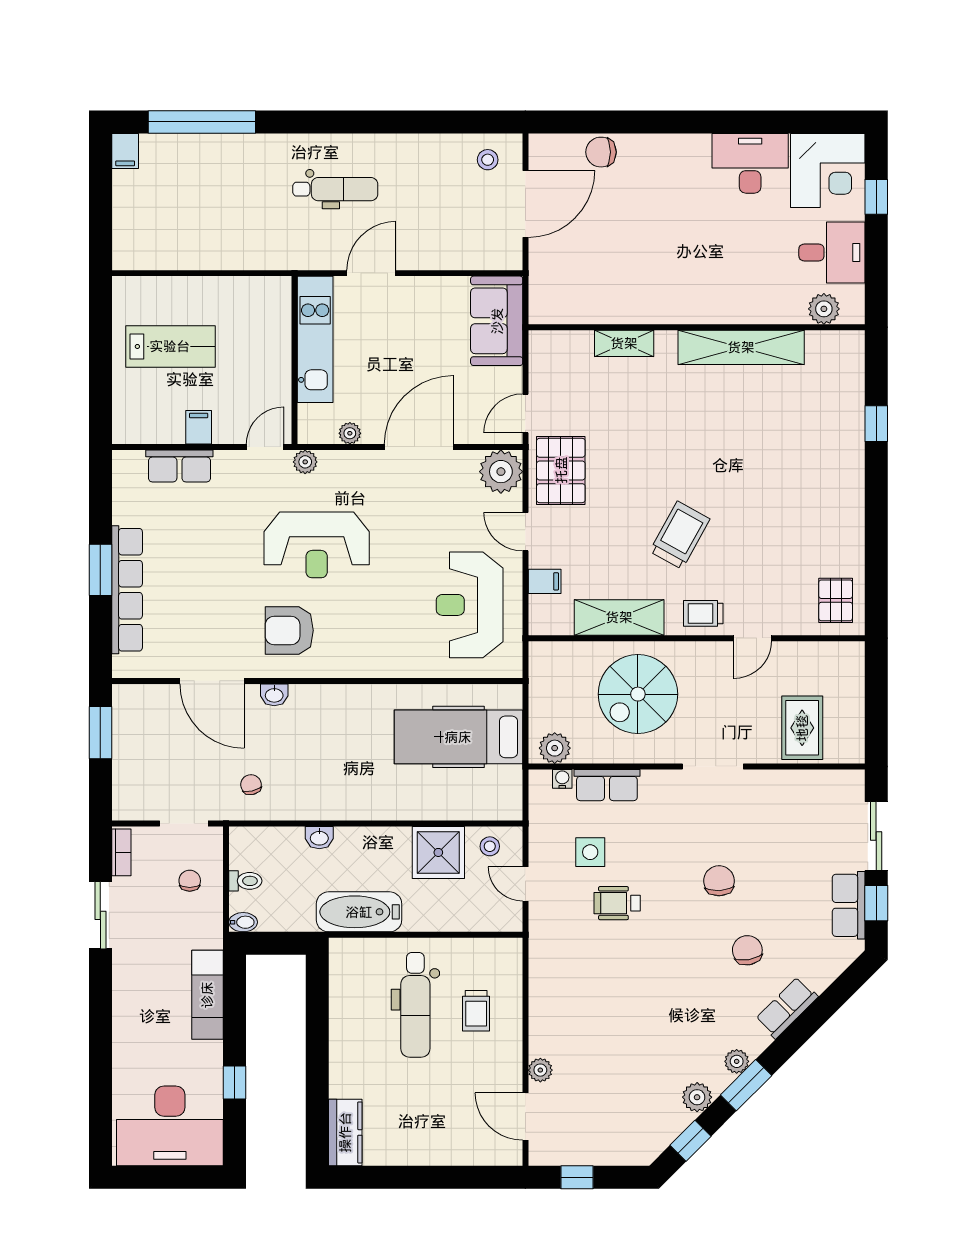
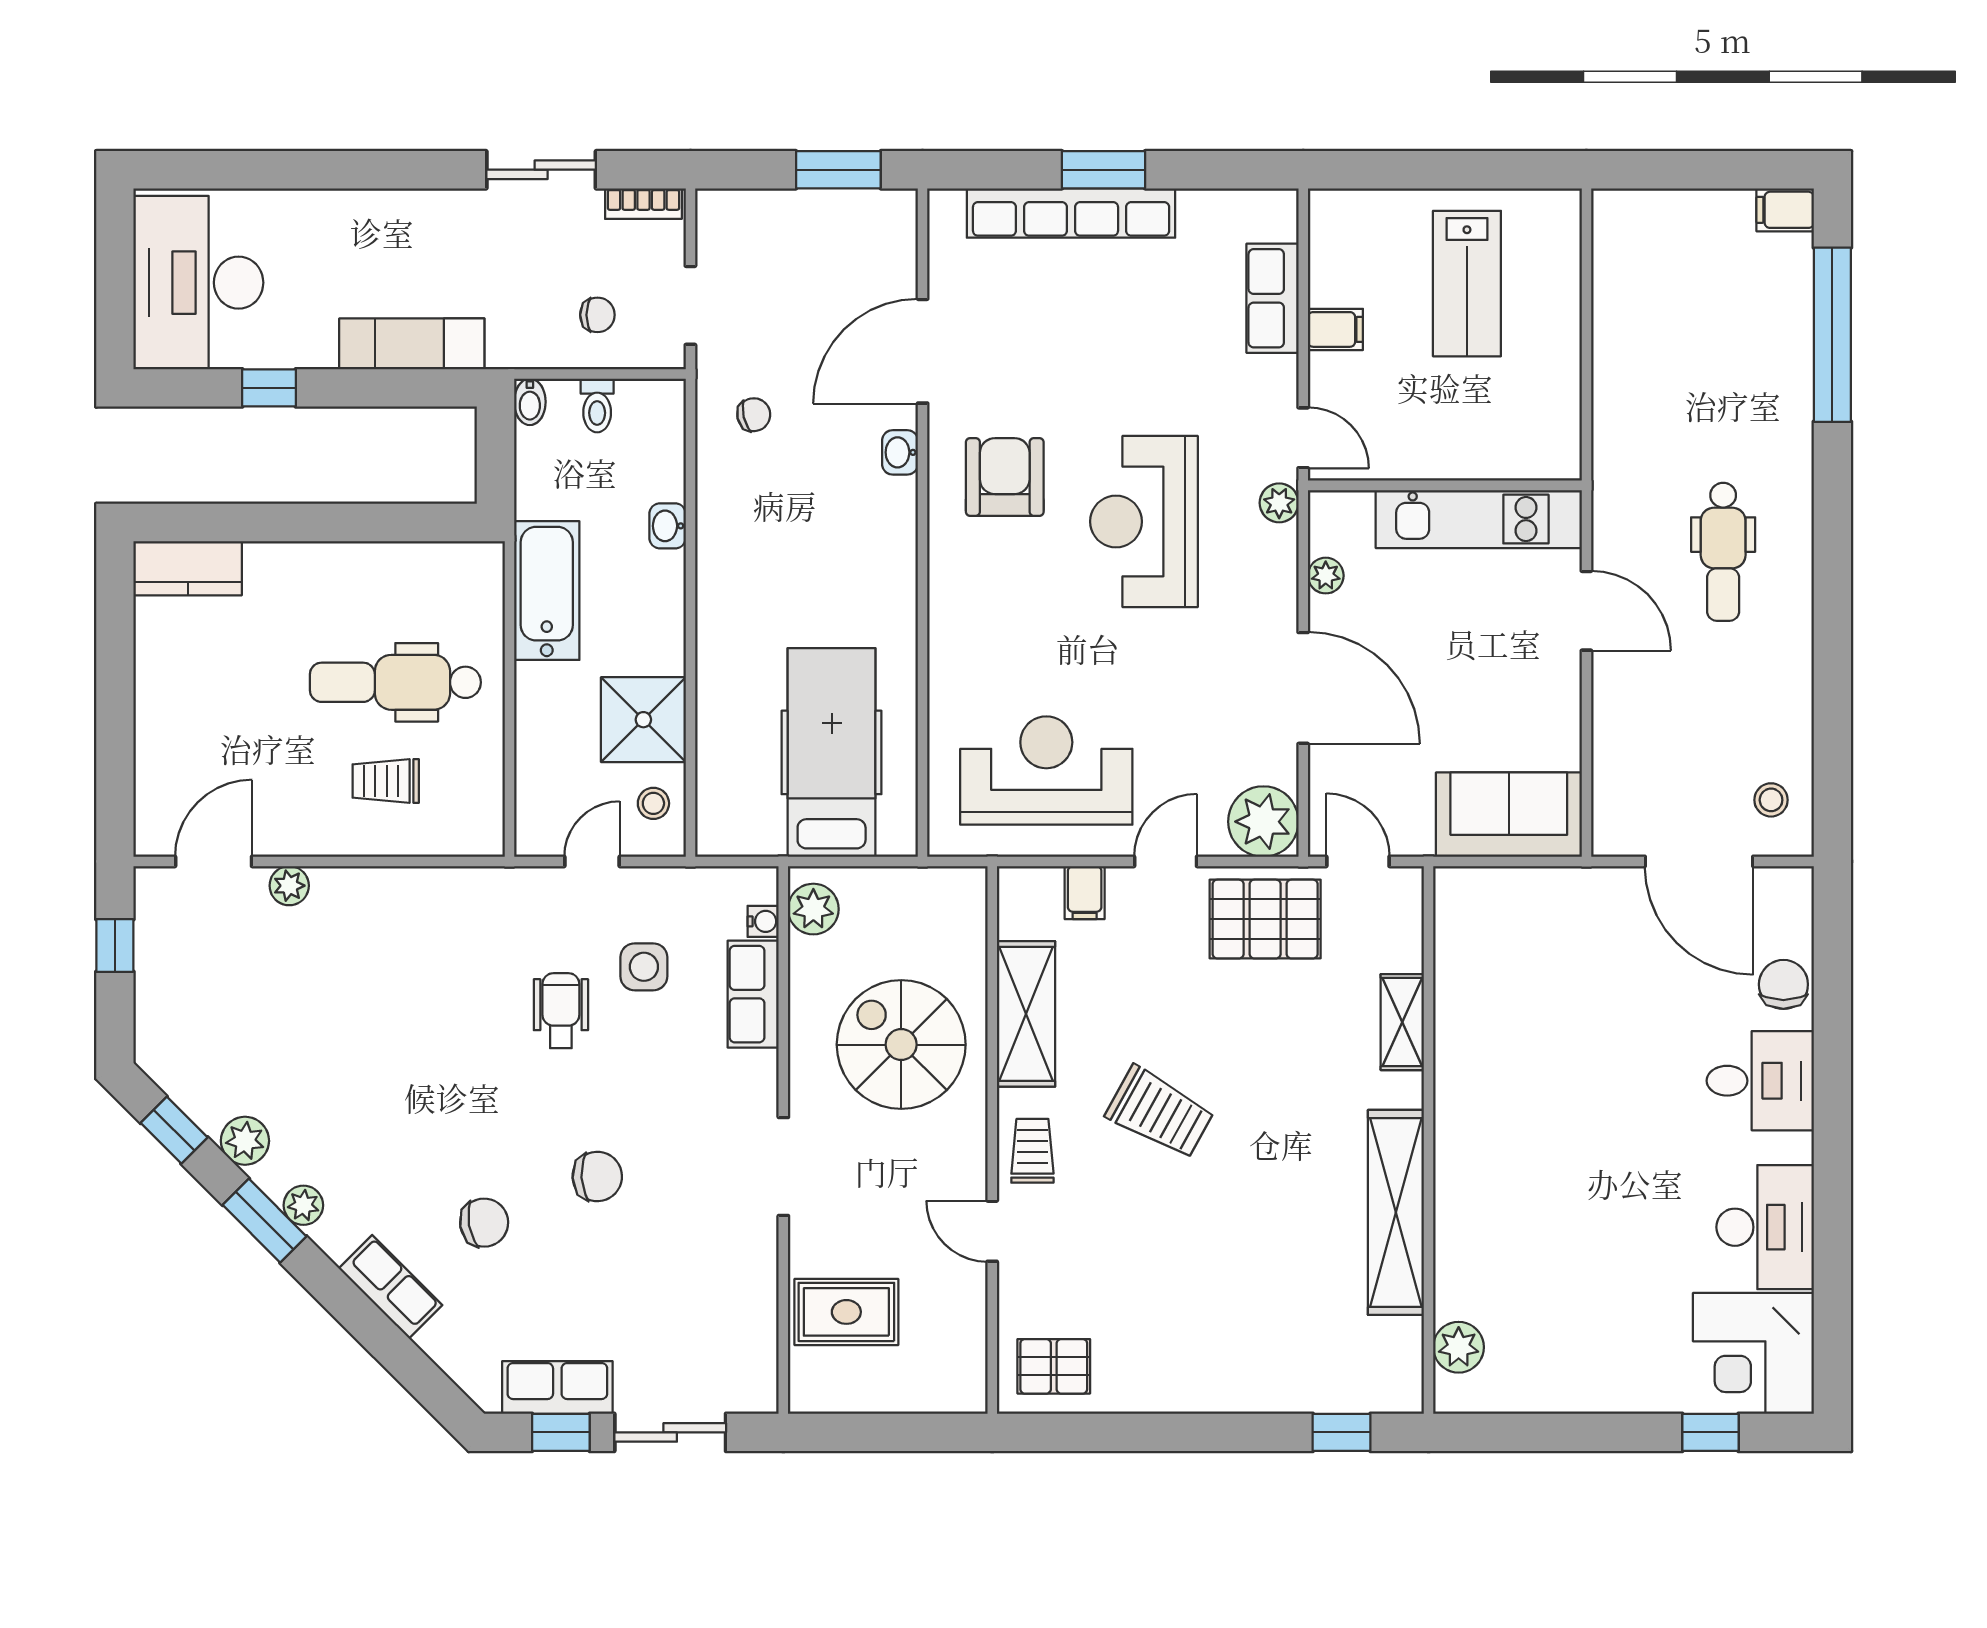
desk: (832, 252) -> (1760, 1081), moved, turned -90
plant: (824, 309) -> (1459, 1347), moved
wall: (697, 327) -> (1429, 1140), moved
shelving: (624, 343) -> (1402, 1022), moved
shelving: (741, 347) -> (1396, 1212), moved

